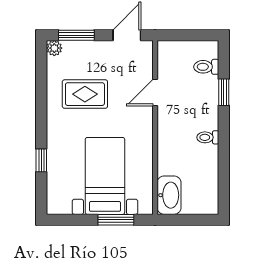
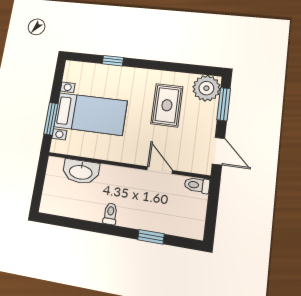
plant: (54, 48) -> (206, 88), width x1.88, depth x1.88
toilet: (206, 67) -> (197, 185), moved, turned -90
washbasin: (169, 195) -> (81, 172), moved

